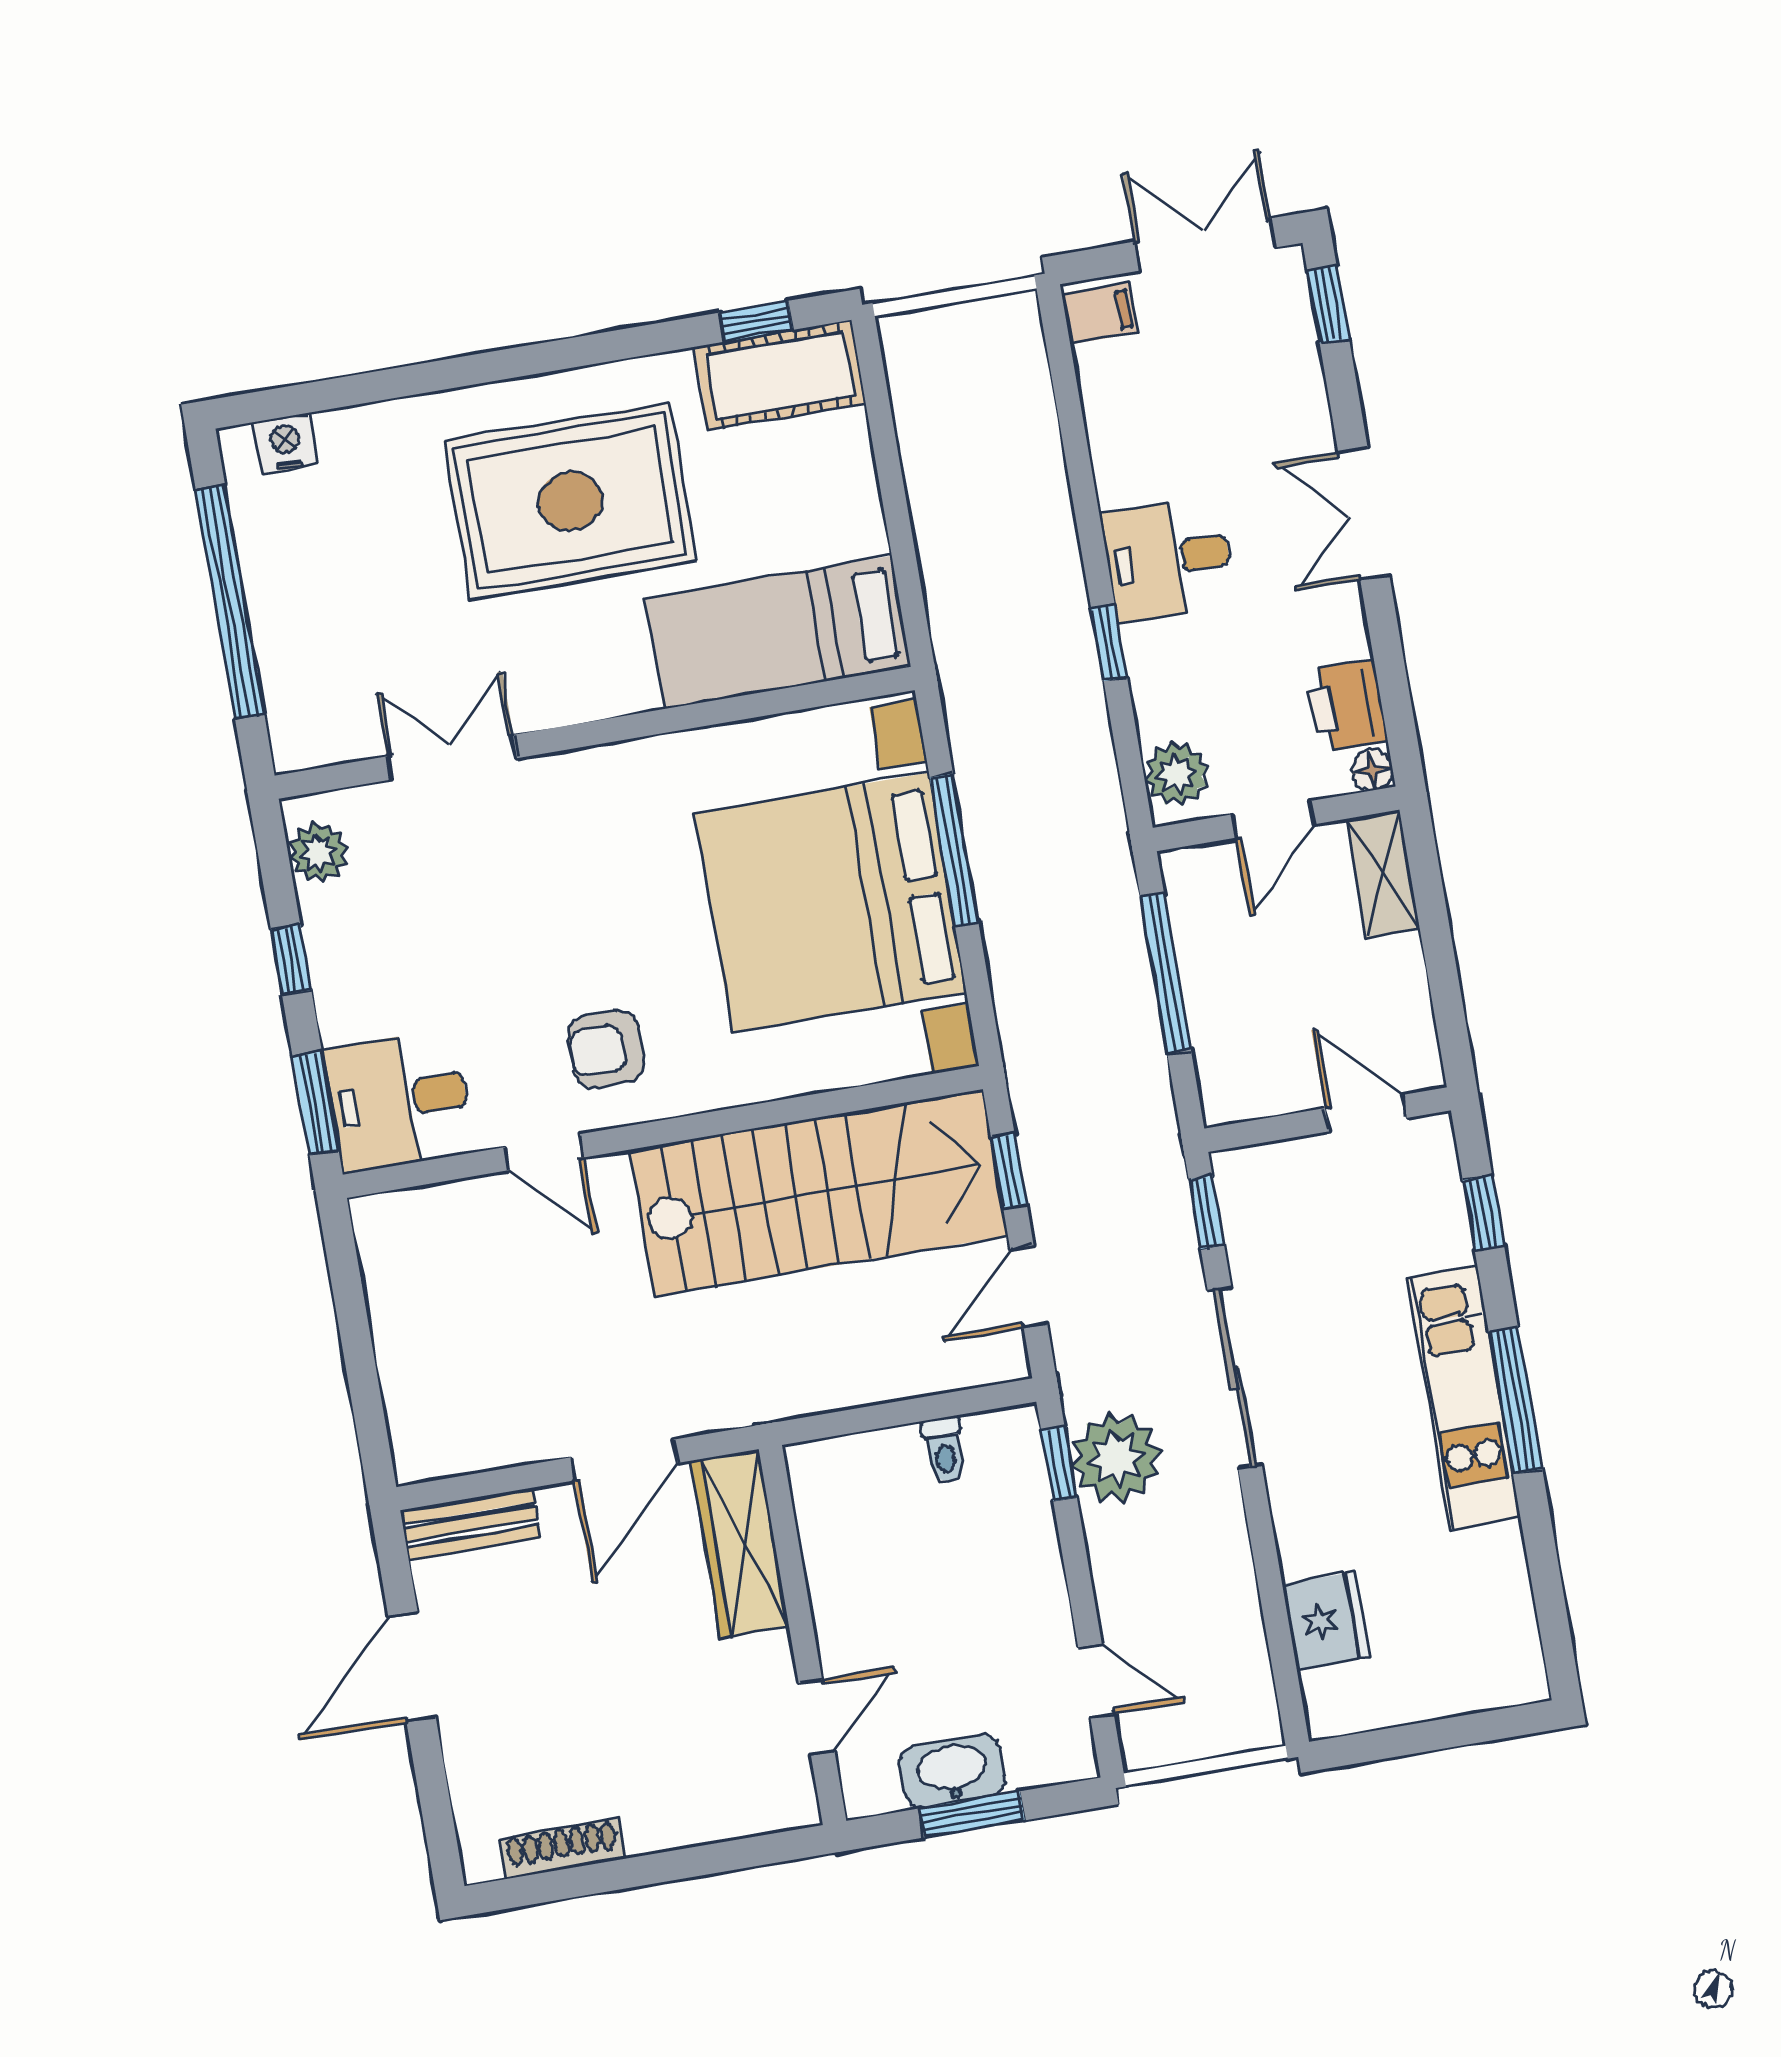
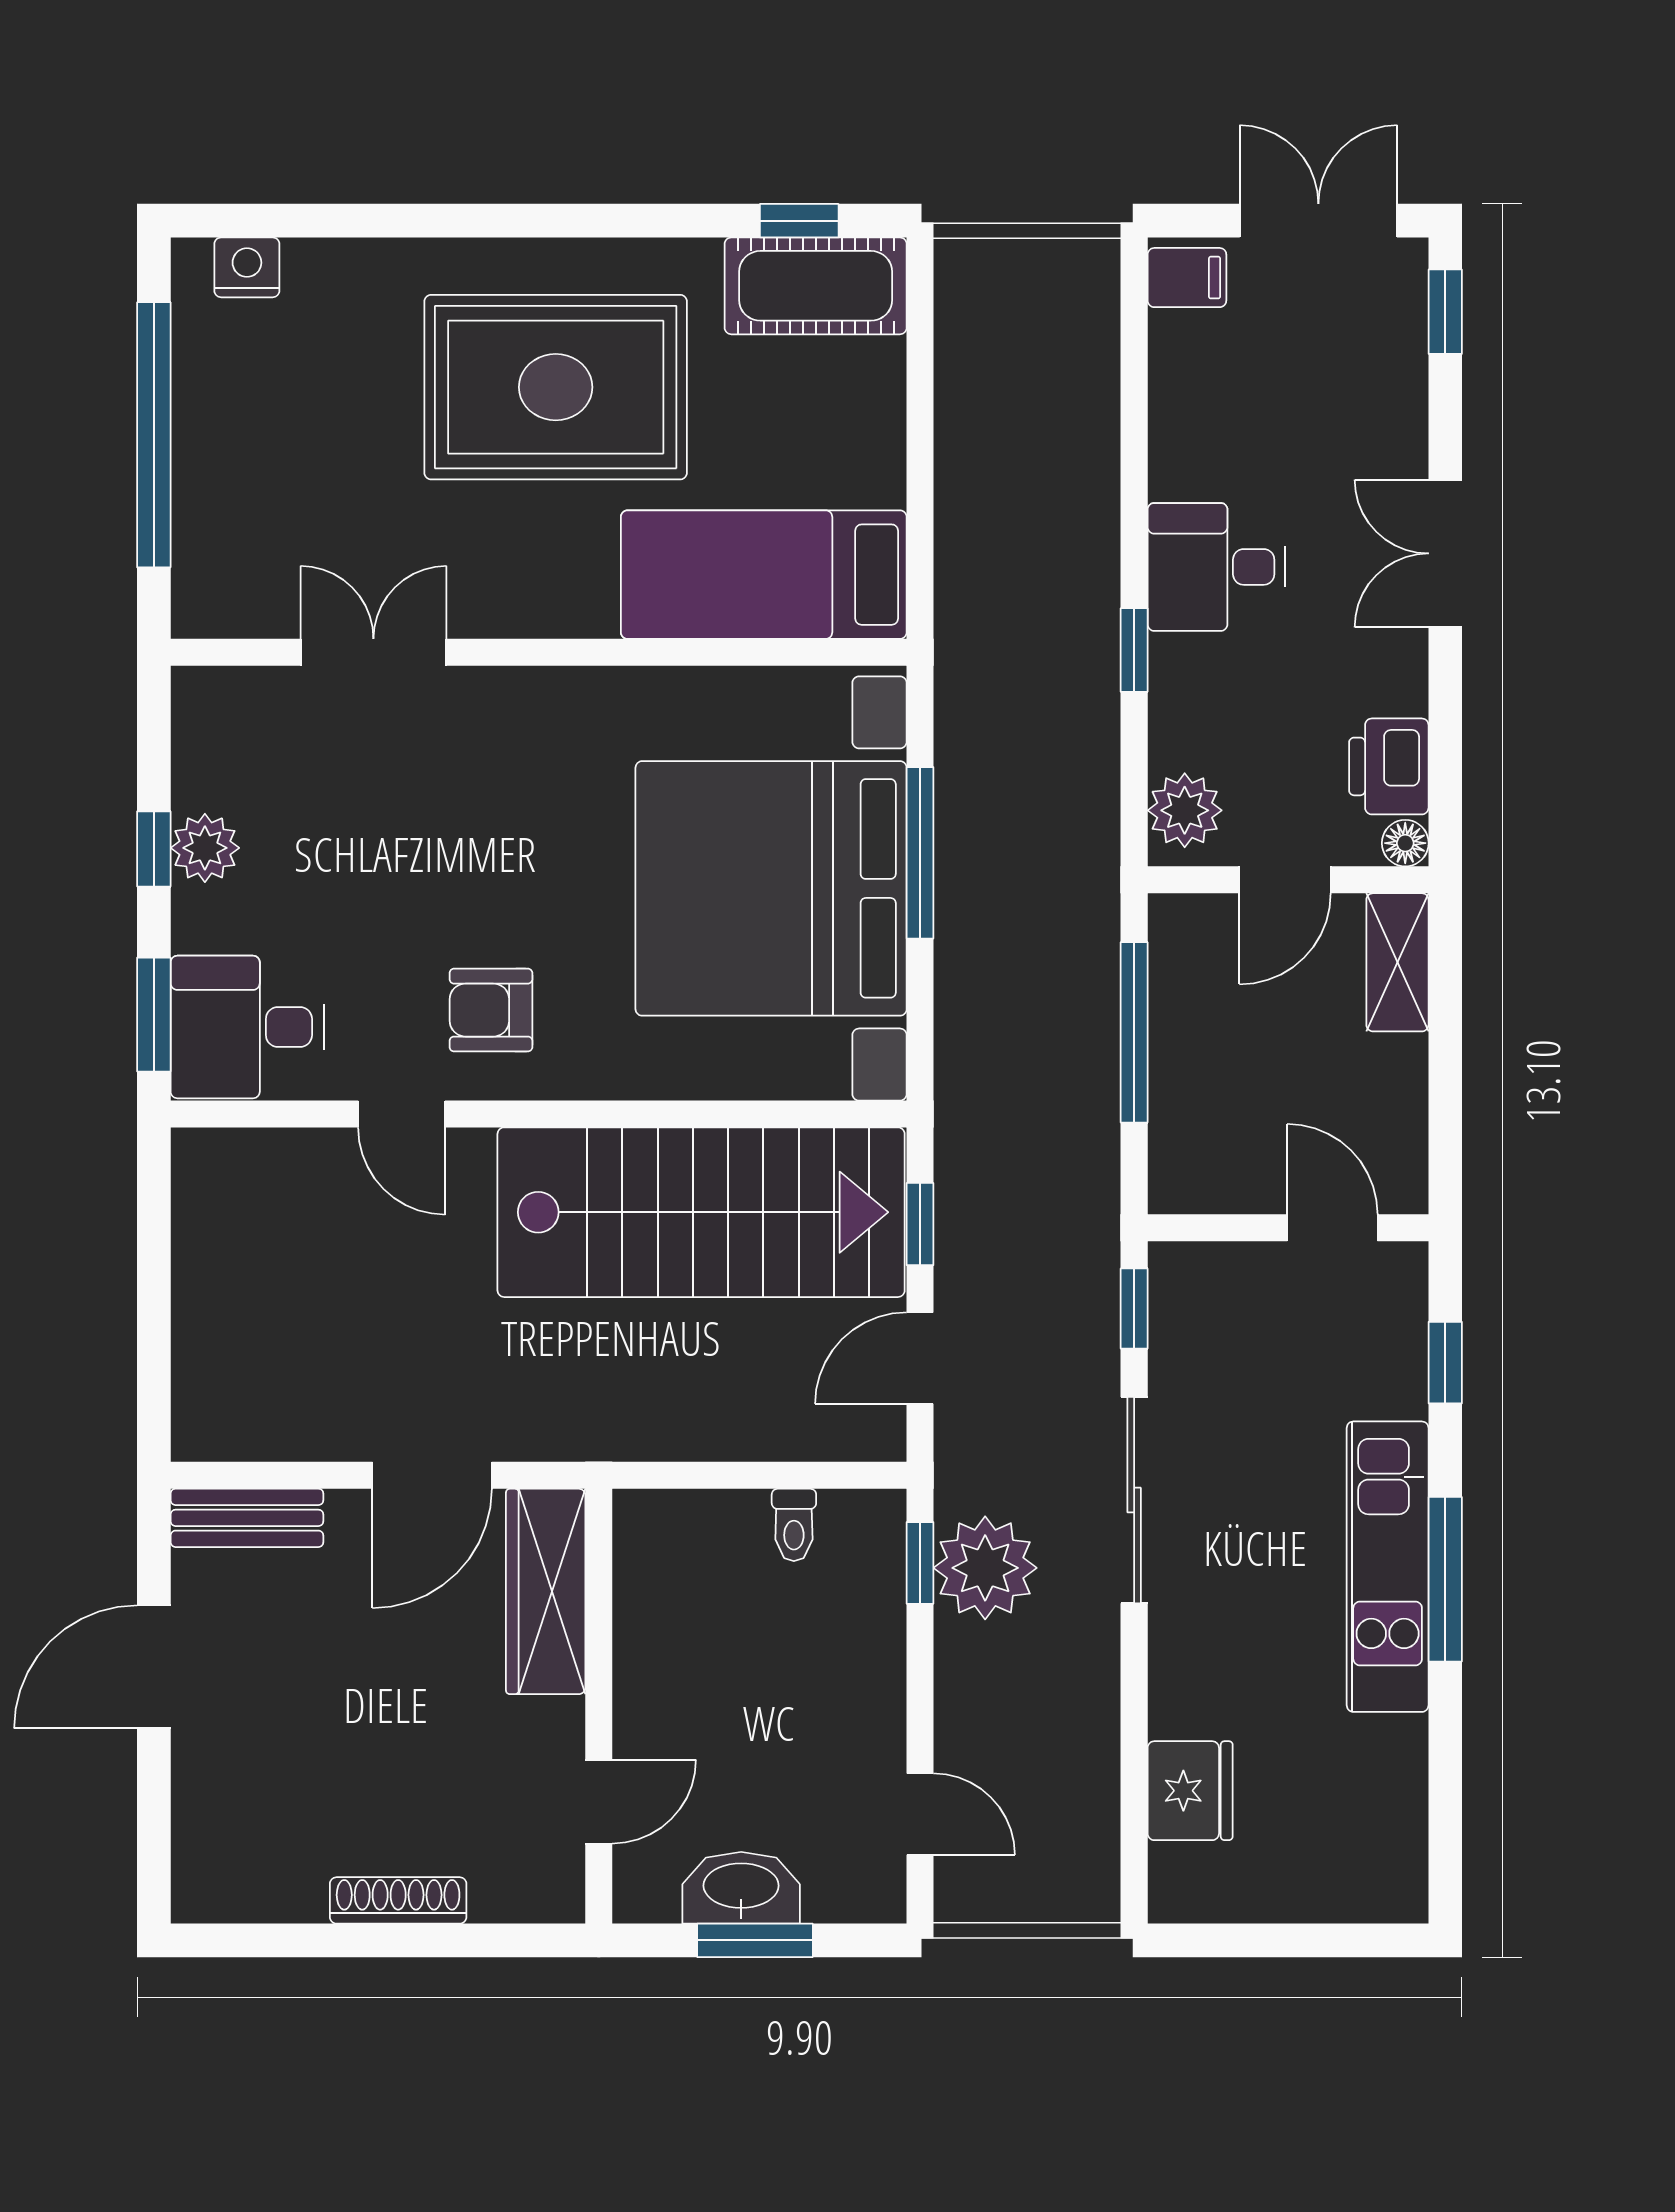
plant: (318, 853) -> (205, 848), moved
shoe rack: (562, 1849) -> (398, 1900), moved

